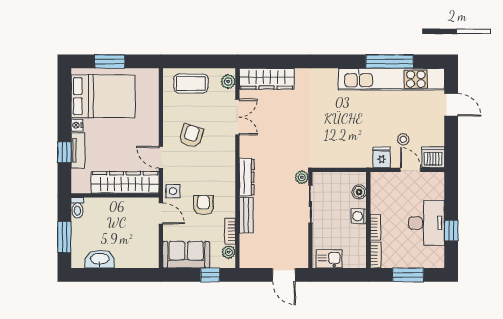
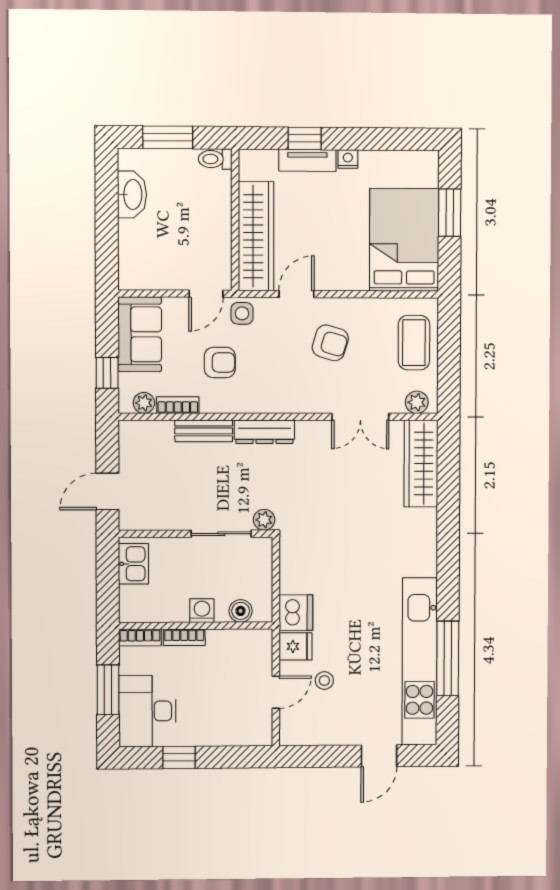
bed: (103, 96) -> (404, 240), moved, turned 180
dishwasher: (433, 157) -> (296, 613), moved
desk: (427, 223) -> (147, 711), moved, turned 90

